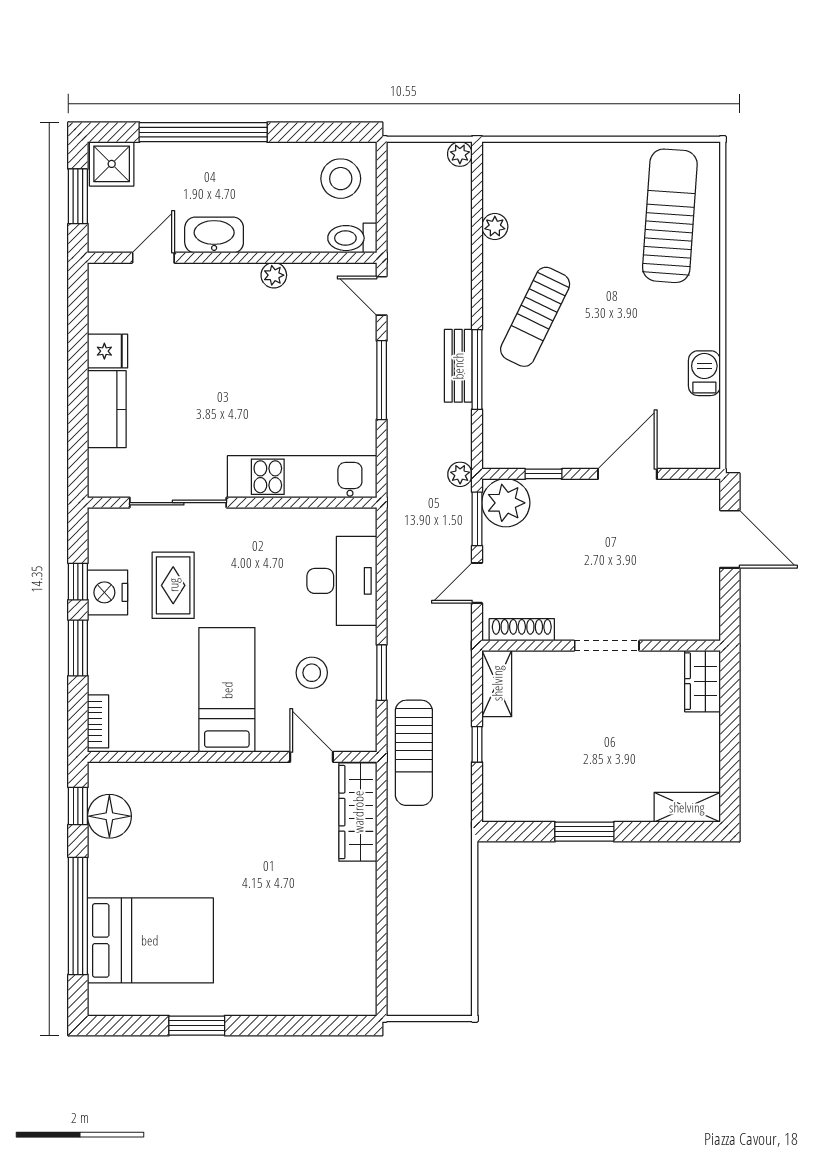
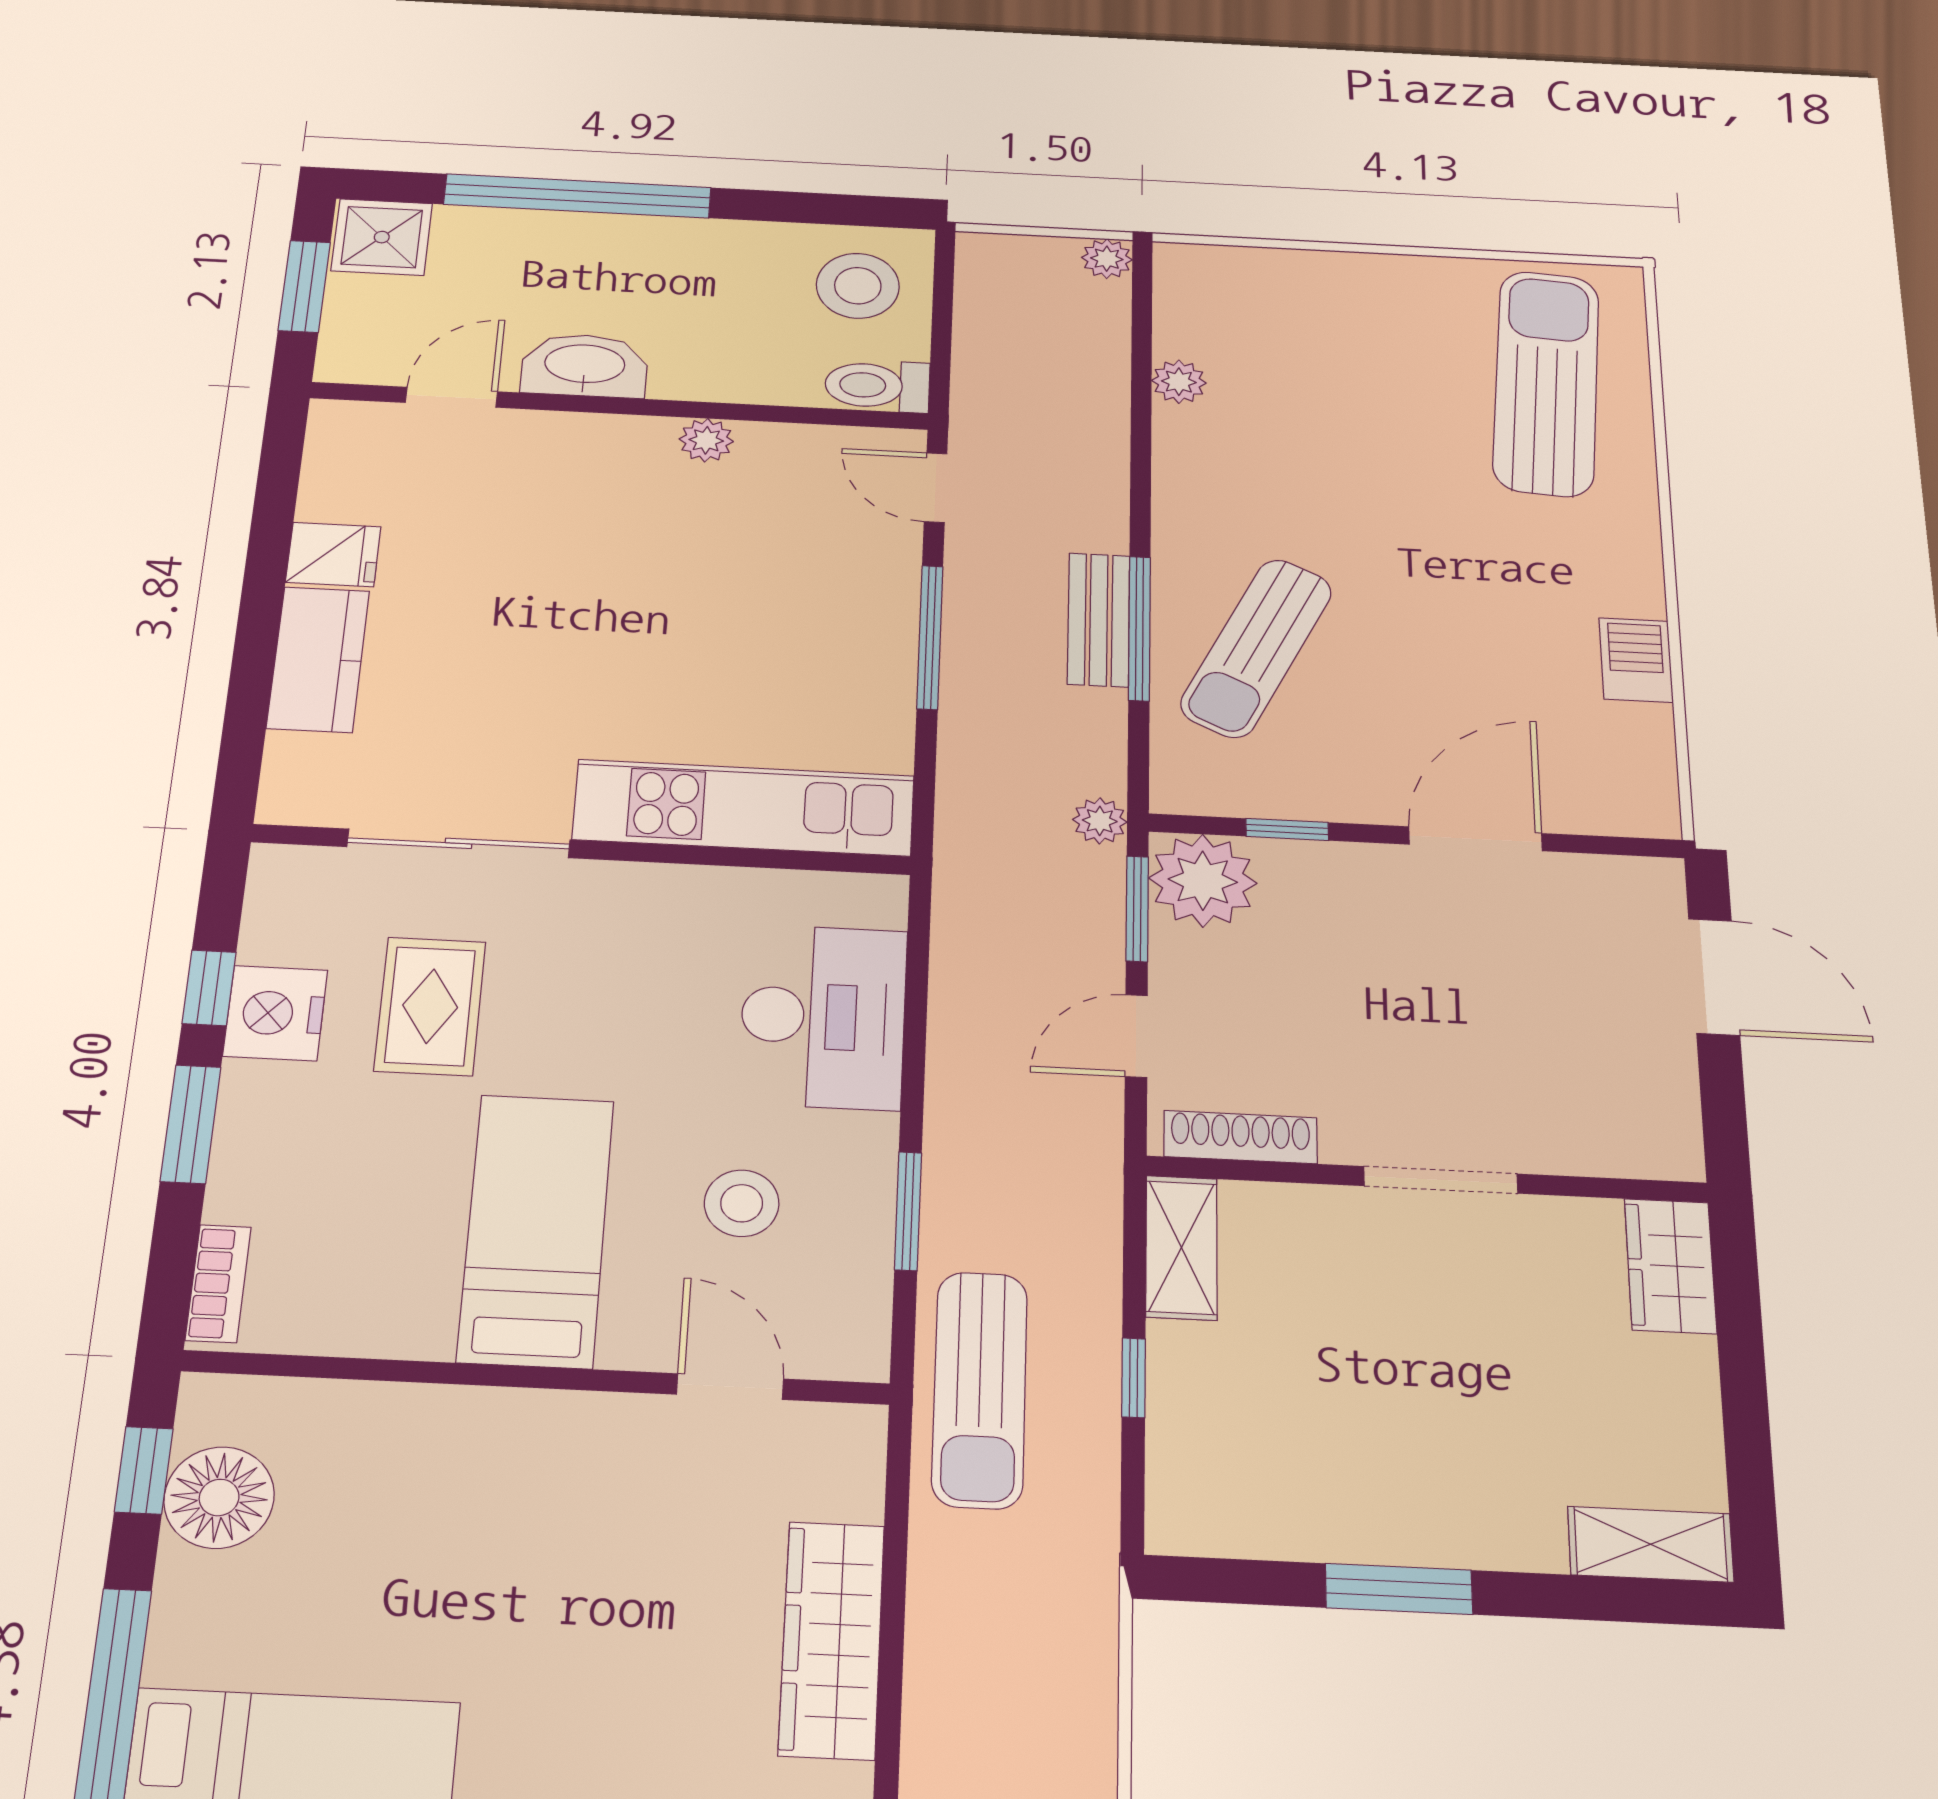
sun lounger: (535, 317) -> (1256, 648), moved
wardrobe: (358, 812) -> (832, 1640), moved

